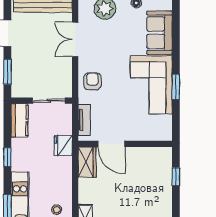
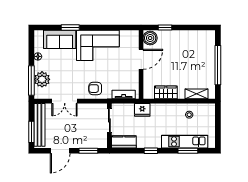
window: (176, 87) -> (70, 27), moved
door: (111, 144) -> (141, 59), moved
boiler: (161, 156) -> (150, 38), added
wardrobe: (87, 162) -> (166, 92), moved

